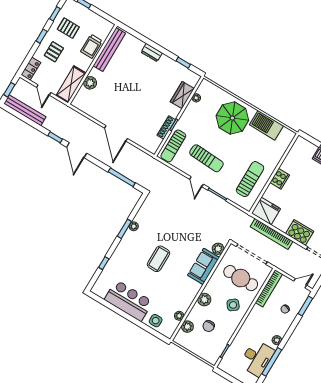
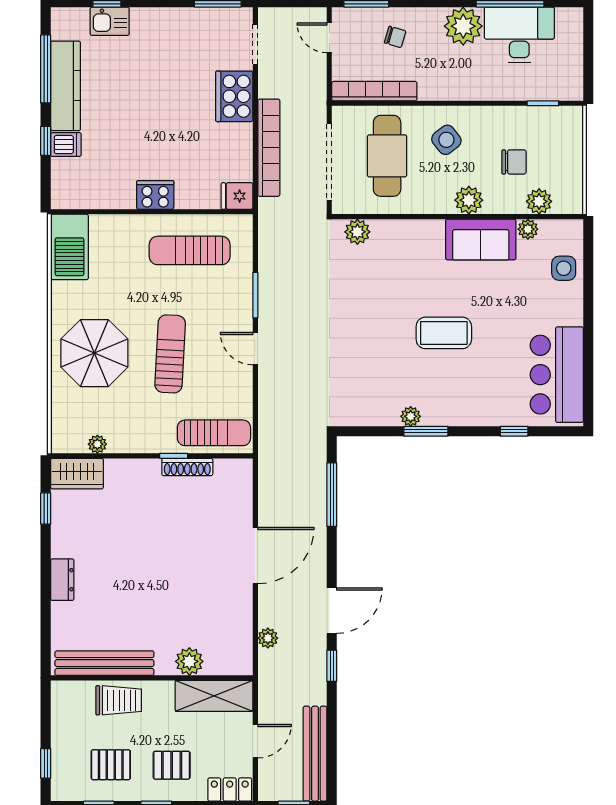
pallet: (68, 28) -> (111, 765), turned 90
wardrobe: (182, 95) -> (77, 474), moved
plant: (81, 119) -> (268, 638), added
barbecue: (266, 125) -> (69, 247), moved
sun lounger: (206, 158) -> (170, 354), moved
door: (196, 182) -> (255, 349), swing flipped
fridge: (266, 211) -> (237, 196), width x0.53, depth x0.75
sofa: (203, 266) -> (481, 239), moved
bar counter: (129, 301) -> (557, 375), moved
plant: (277, 340) -> (463, 26), width x1.87, depth x1.87

